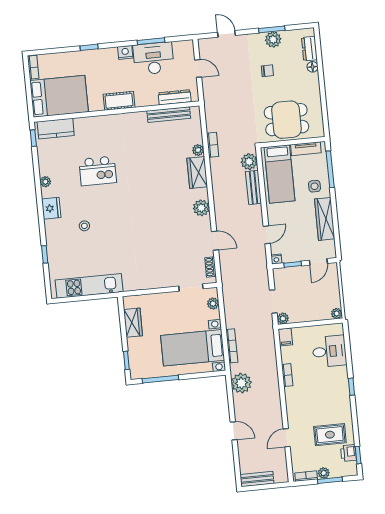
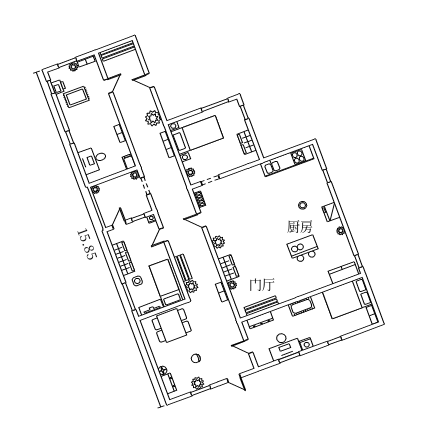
bench: (257, 479) -> (118, 51), width x1.36

